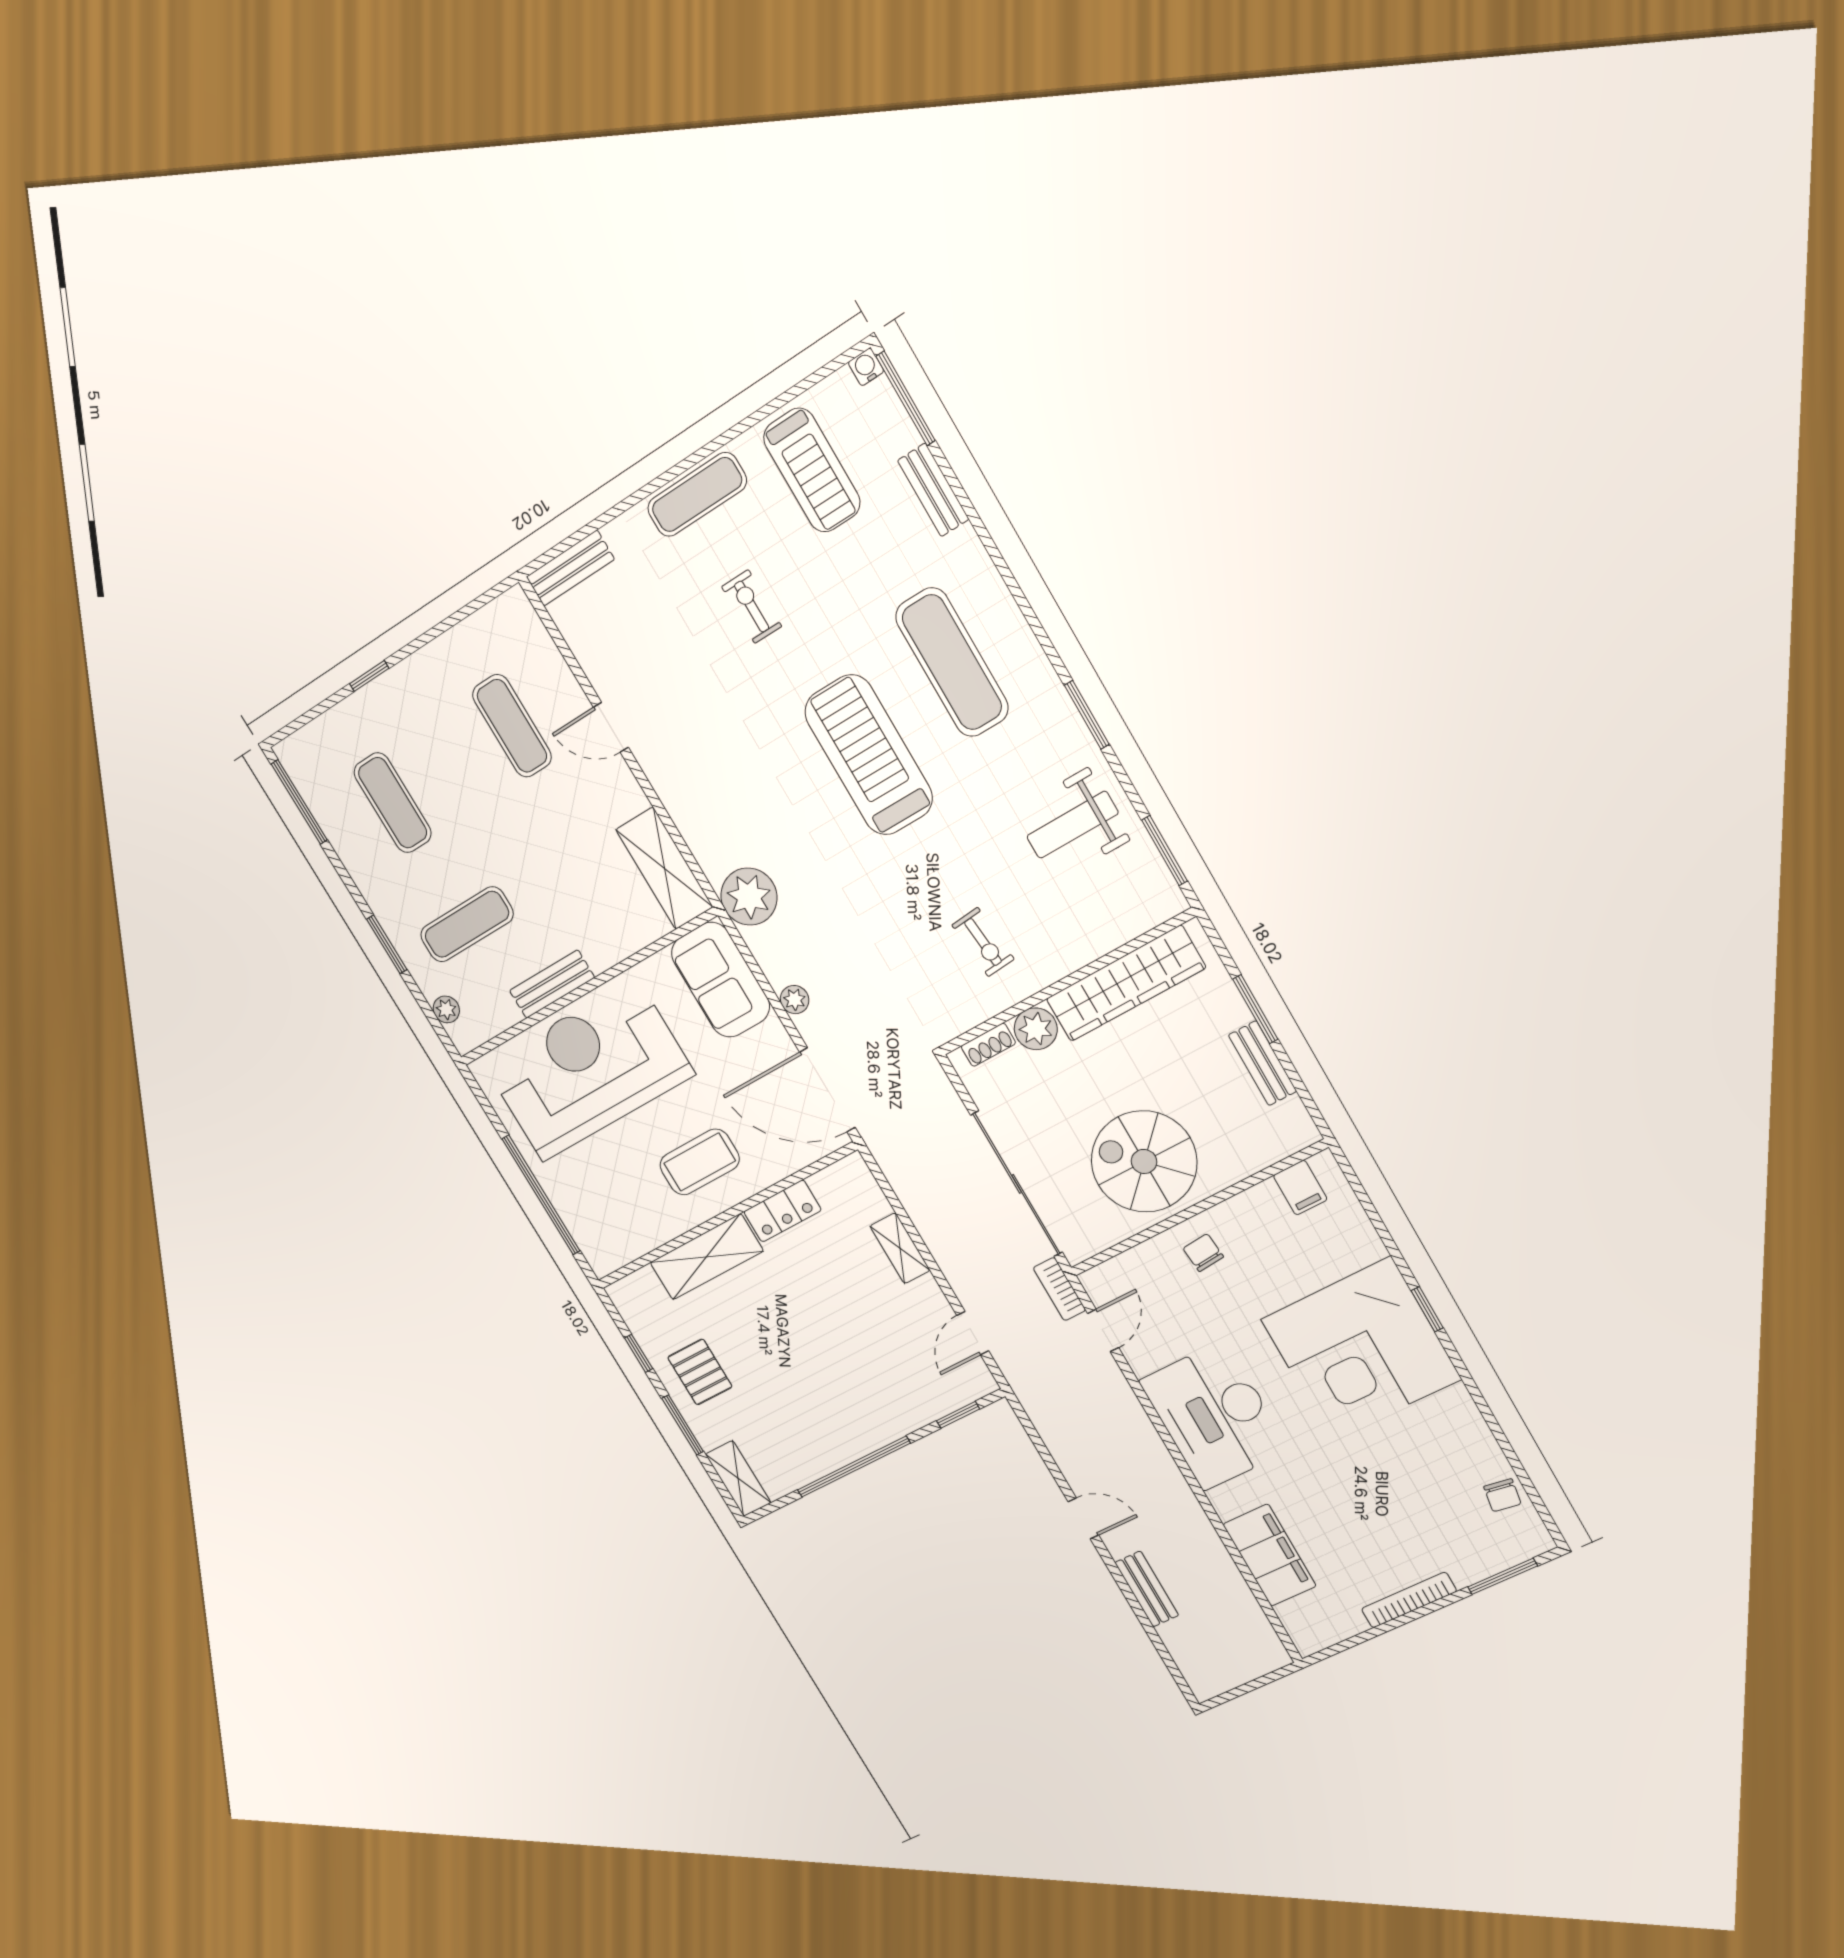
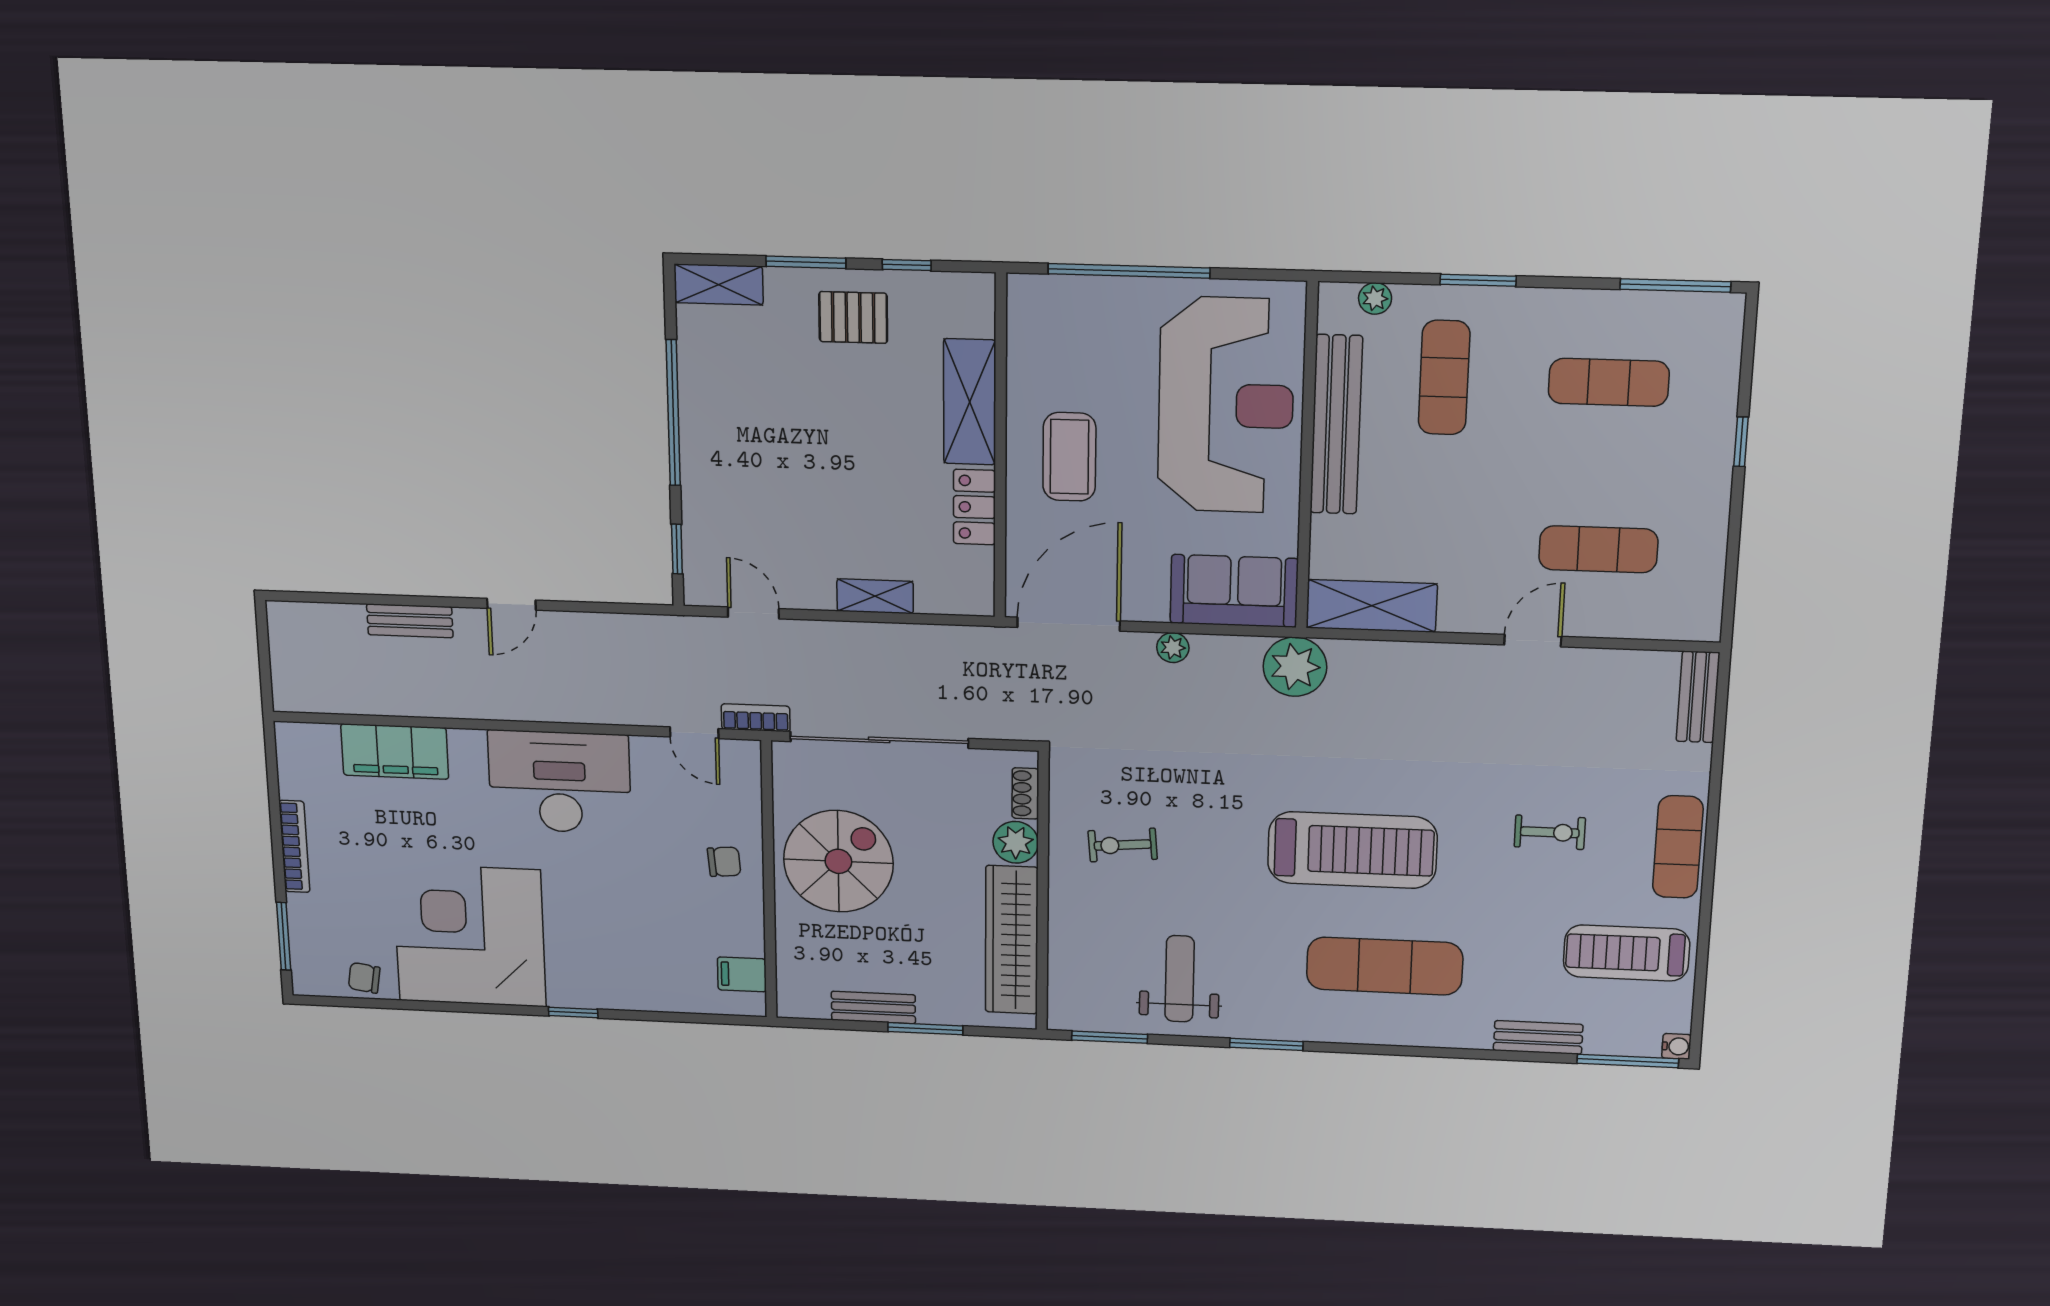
bench: (552, 984) -> (1336, 425), width x1.86, depth x1.21
corner desk: (1361, 1349) -> (470, 936), moved

